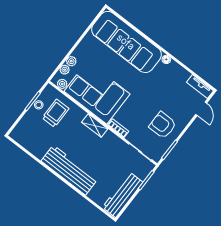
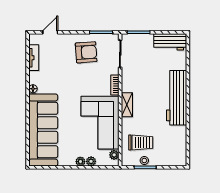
plant: (65, 70) -> (80, 162), moved
tv unit: (200, 86) -> (34, 58), moved
trolley: (55, 113) -> (141, 143), turned 180
armchair: (163, 125) -> (86, 52), turned -94
workbench: (123, 195) -> (170, 42), width x0.73

